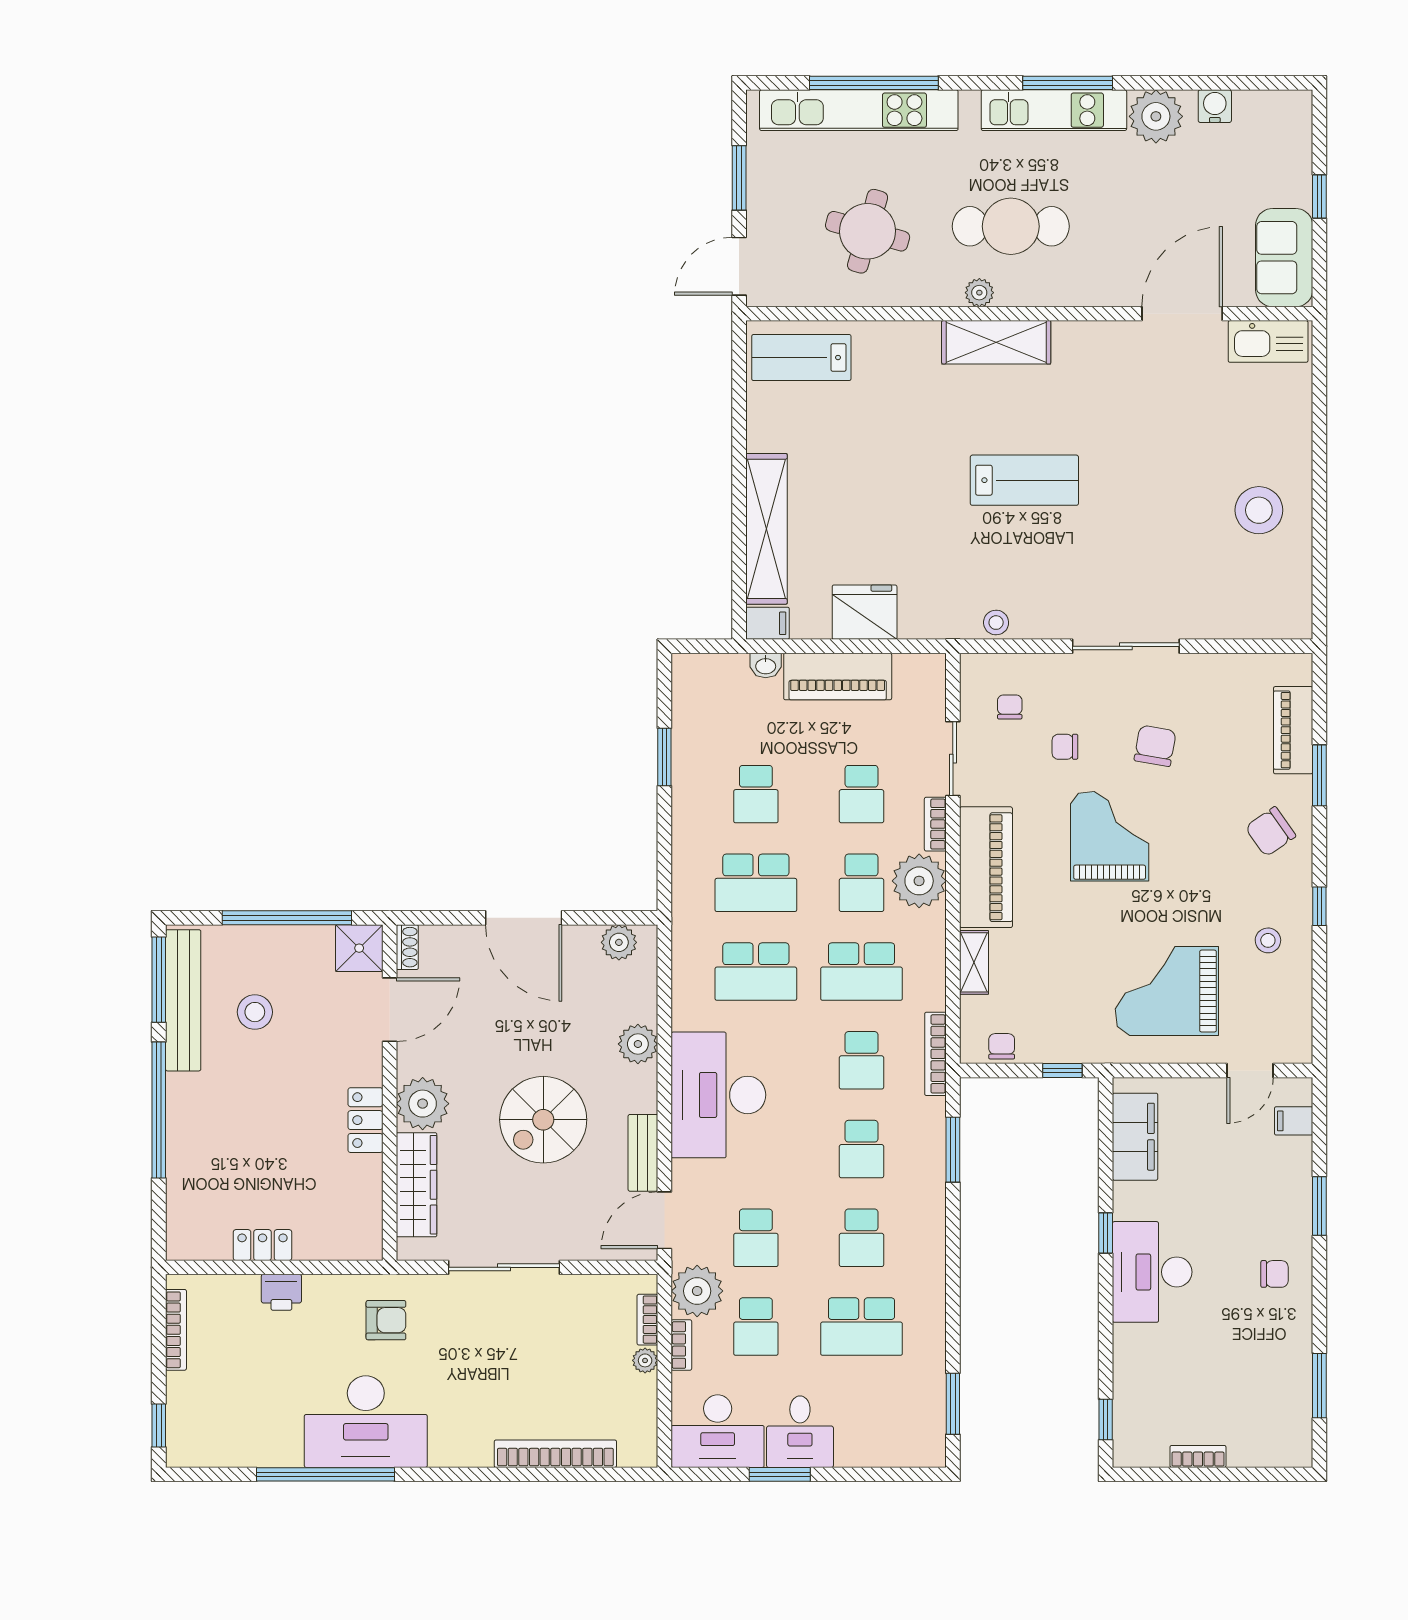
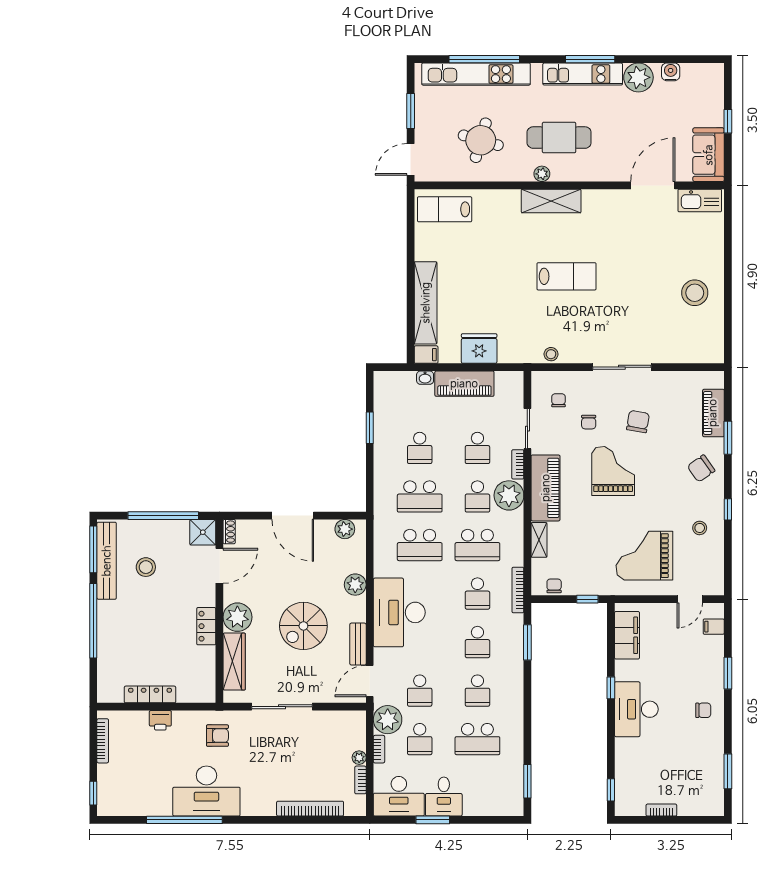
chair: (1065, 747) -> (589, 422), turned -90
locker: (263, 1245) -> (150, 694), width x1.53
bookcase: (647, 1320) -> (360, 780), moved

